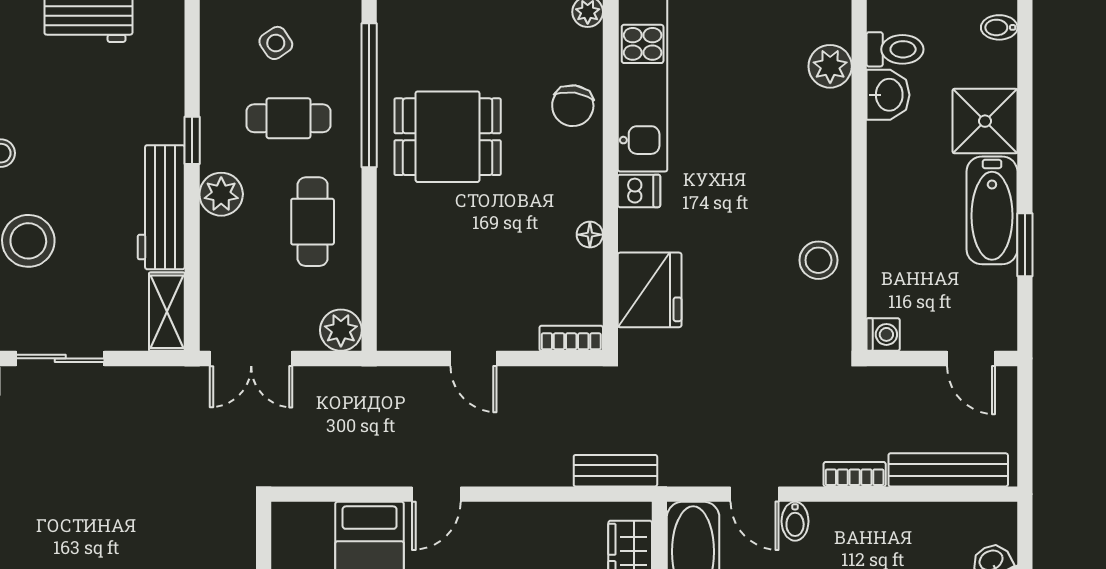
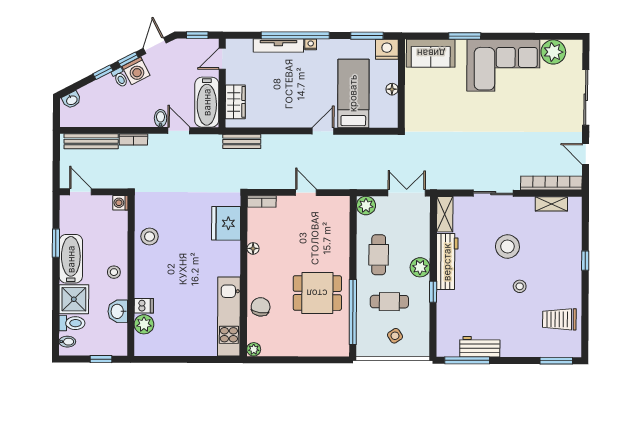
toilet: (895, 49) -> (72, 323), moved, turned 180
stool: (897, 181) -> (114, 272), added
dishwasher: (639, 191) -> (144, 306), moved, turned 180

